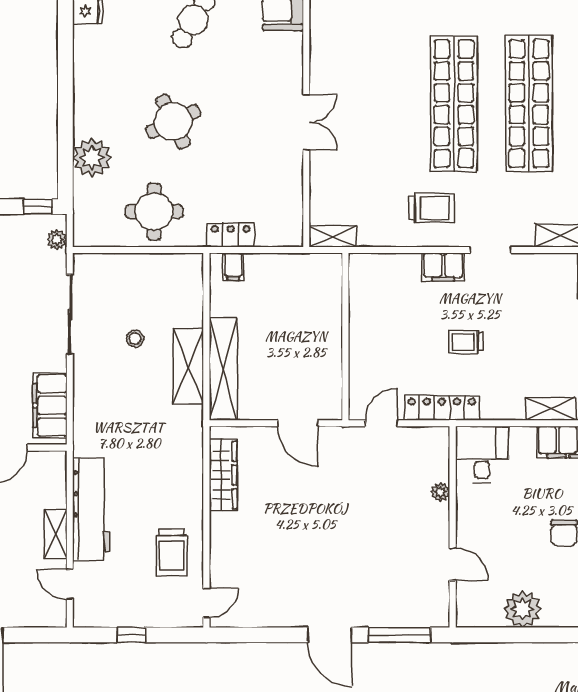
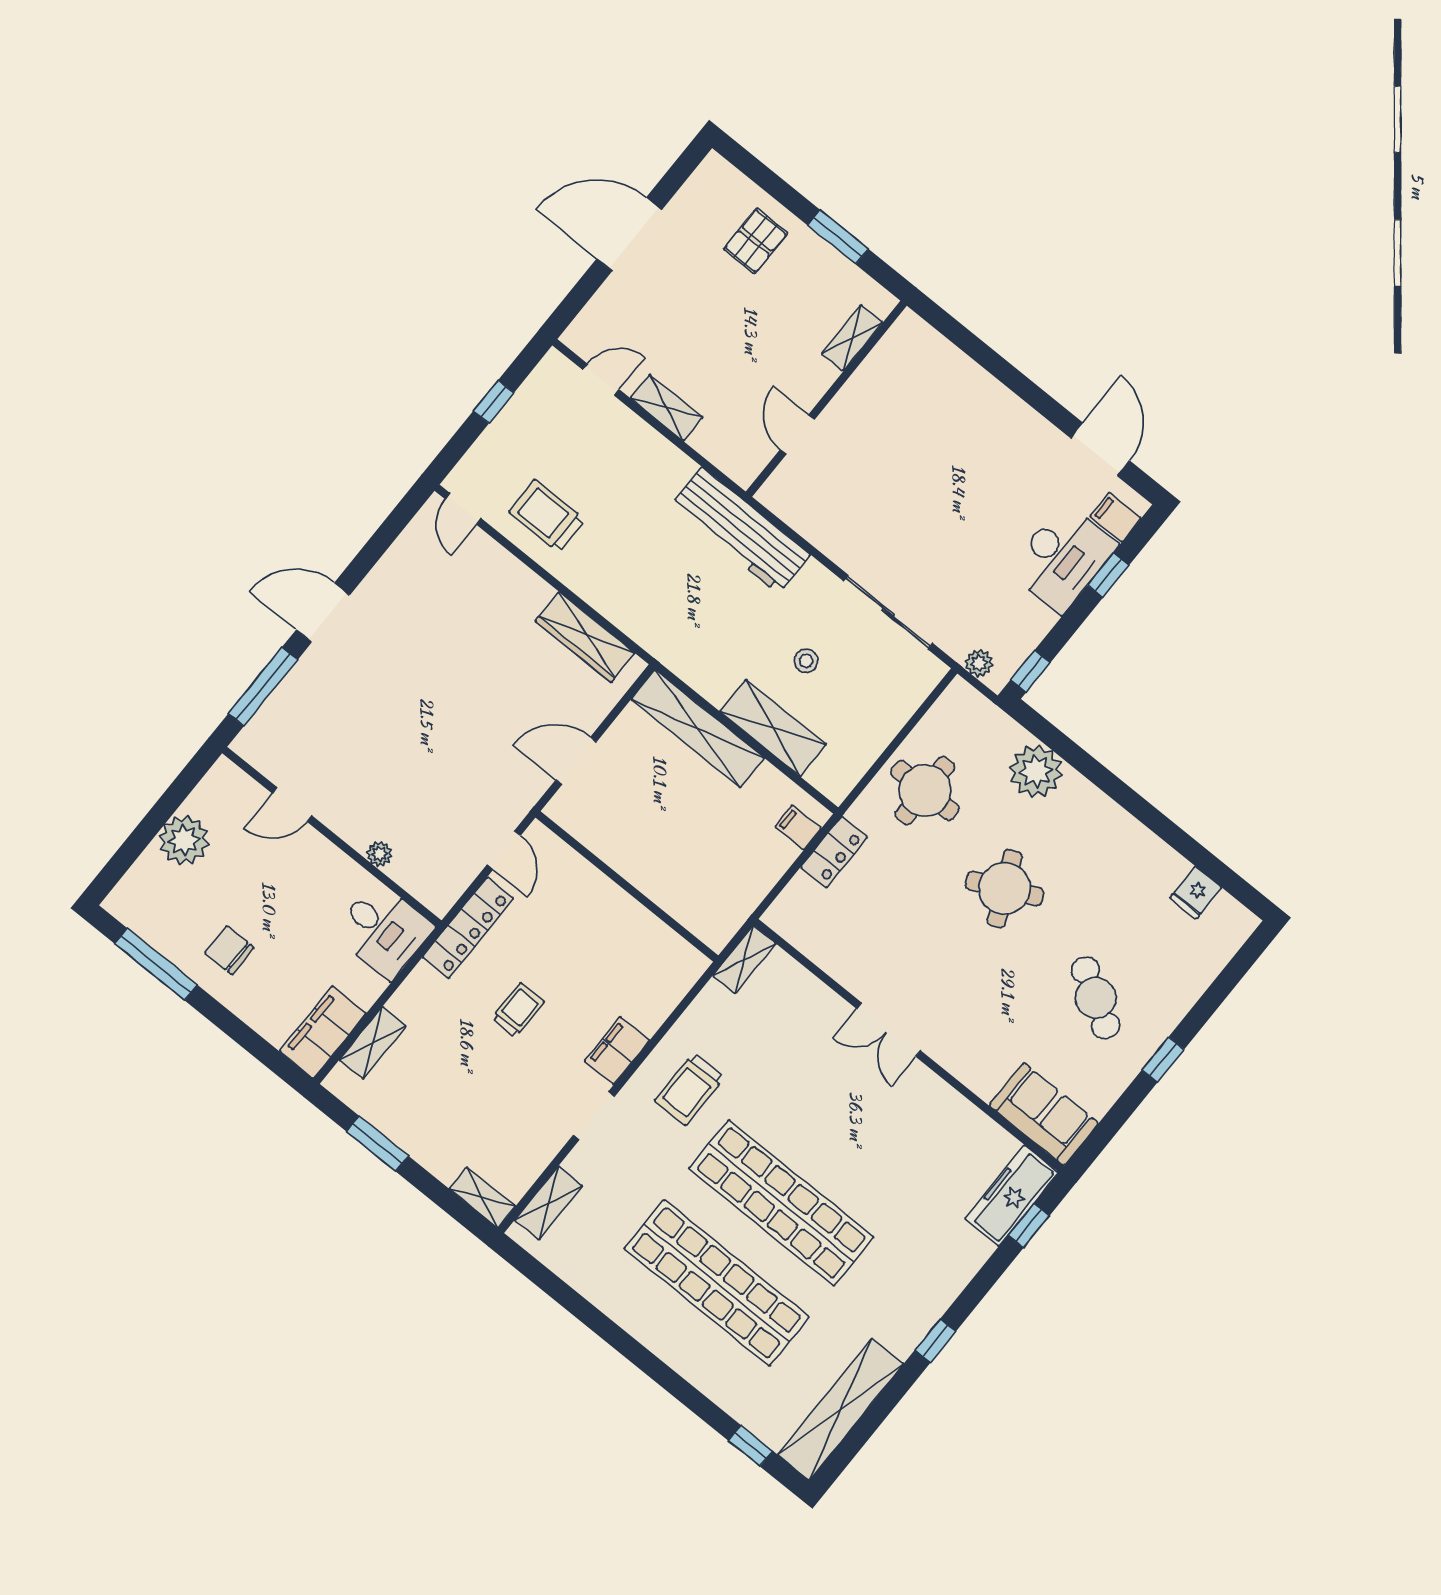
shelving: (188, 367) -> (773, 728), moved
filing cabinet: (50, 405) -> (808, 513), removed
workbench: (91, 509) -> (740, 530), moved

